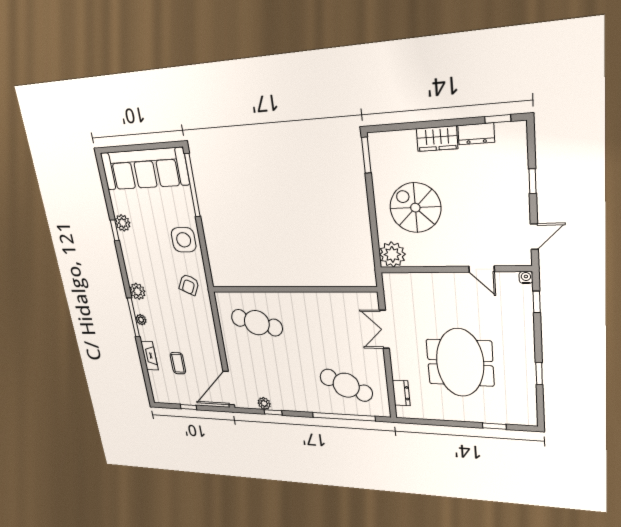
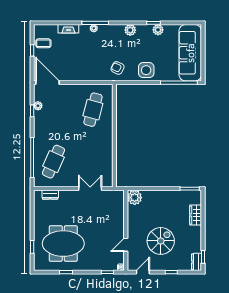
dresser: (476, 134) -> (197, 262), moved
wardrobe: (437, 139) -> (196, 215), moved
spiral stairs: (415, 208) -> (161, 241), moved
door: (534, 237) -> (143, 272), swing flipped
plant: (137, 291) -> (130, 30), moved
coffee table: (178, 363) -> (43, 43), moved
meeting table: (460, 363) -> (63, 244), moved

